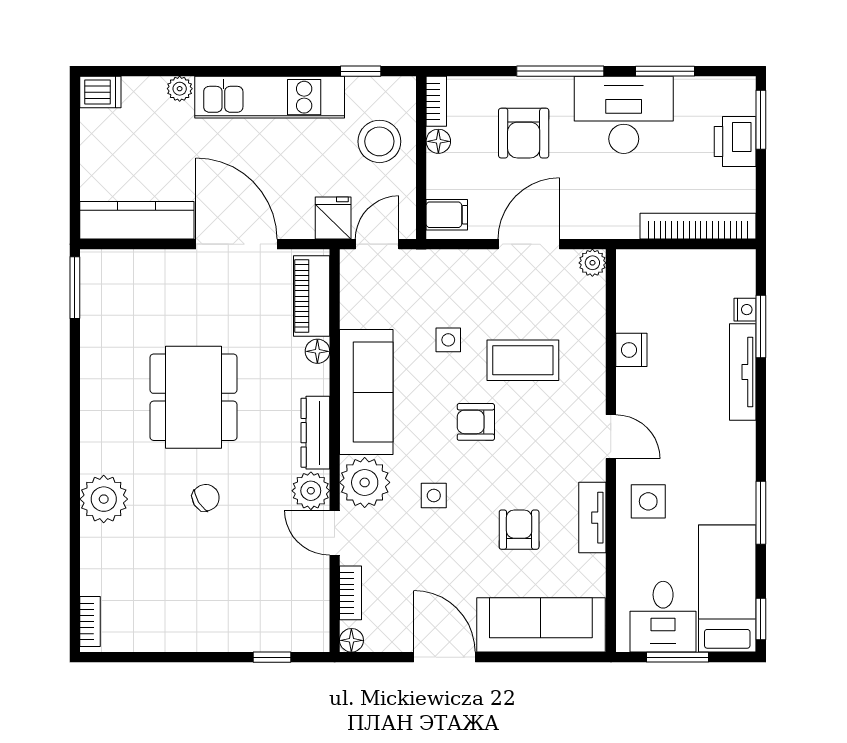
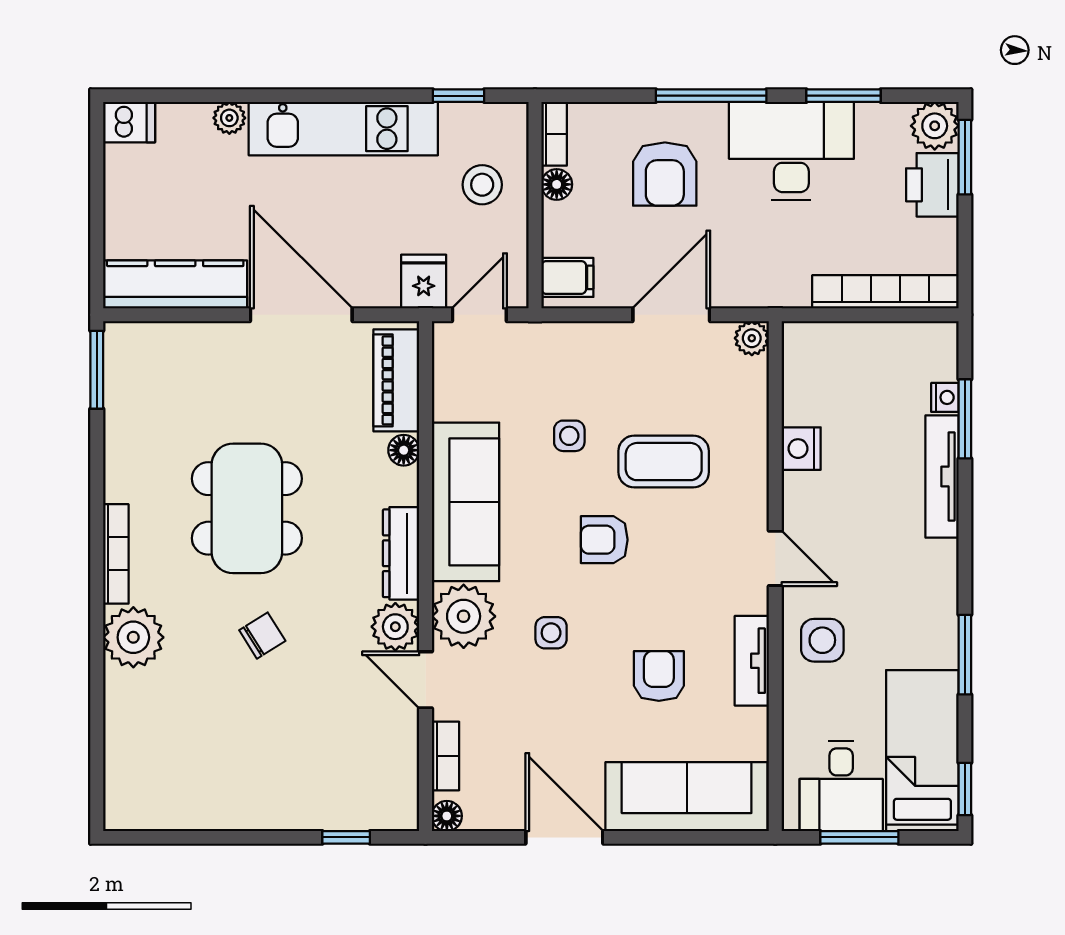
plant: (737, 95) -> (935, 126), added
stool: (379, 141) -> (482, 185), width x0.73, depth x0.73
bookcase: (90, 621) -> (116, 554), moved, width x1.56

